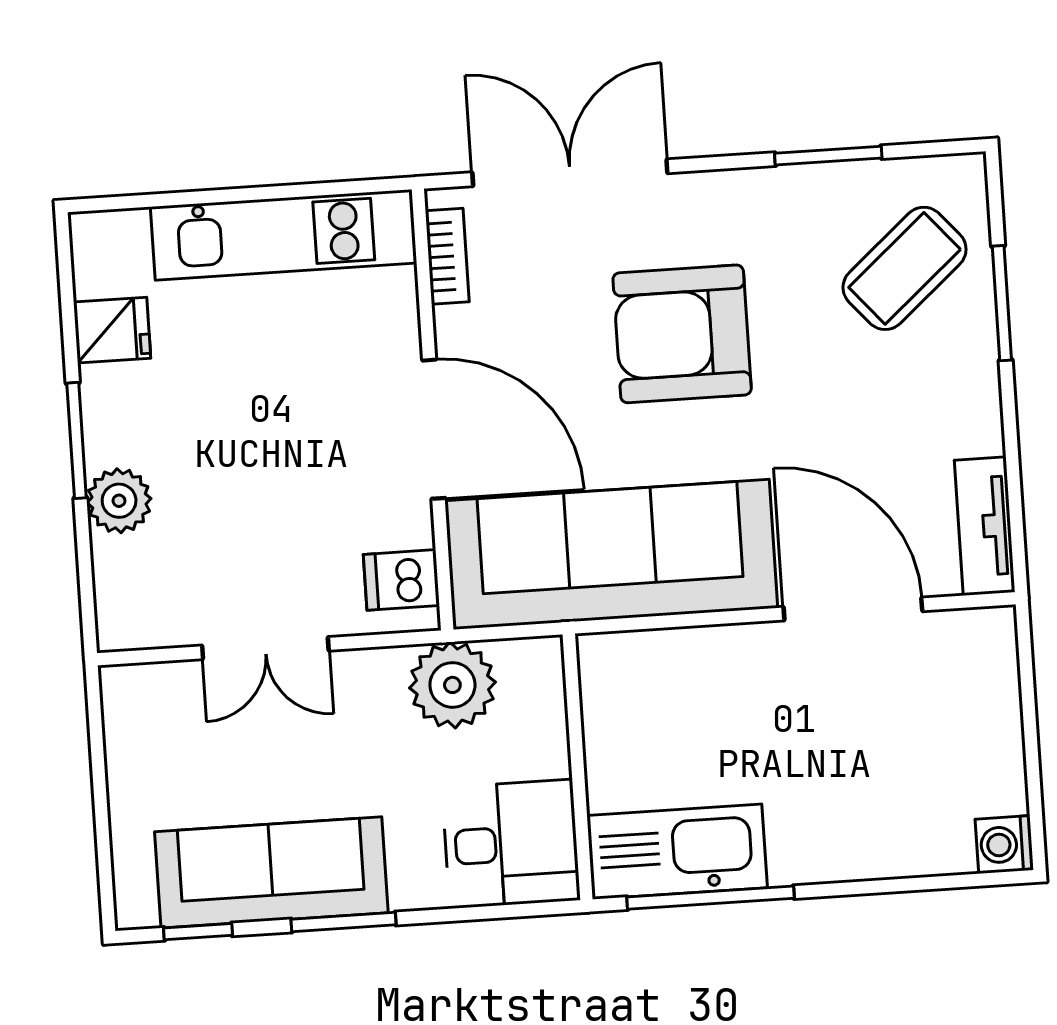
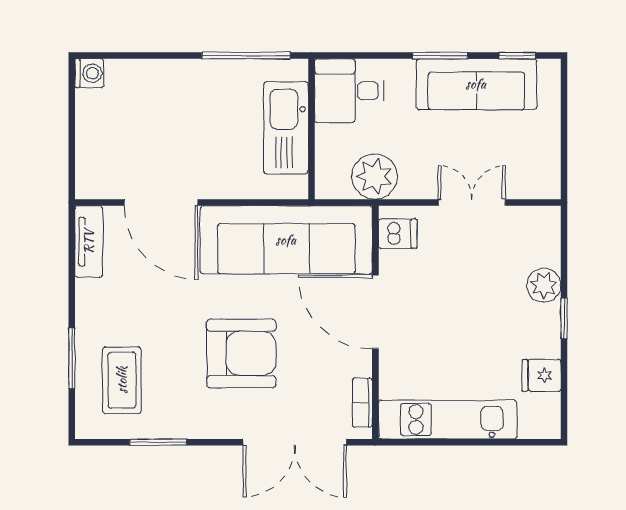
coffee table: (905, 268) -> (122, 380), turned -49
window: (77, 440) -> (564, 318), width x0.67
kitchen sink: (677, 852) -> (286, 128), moved, turned 90

